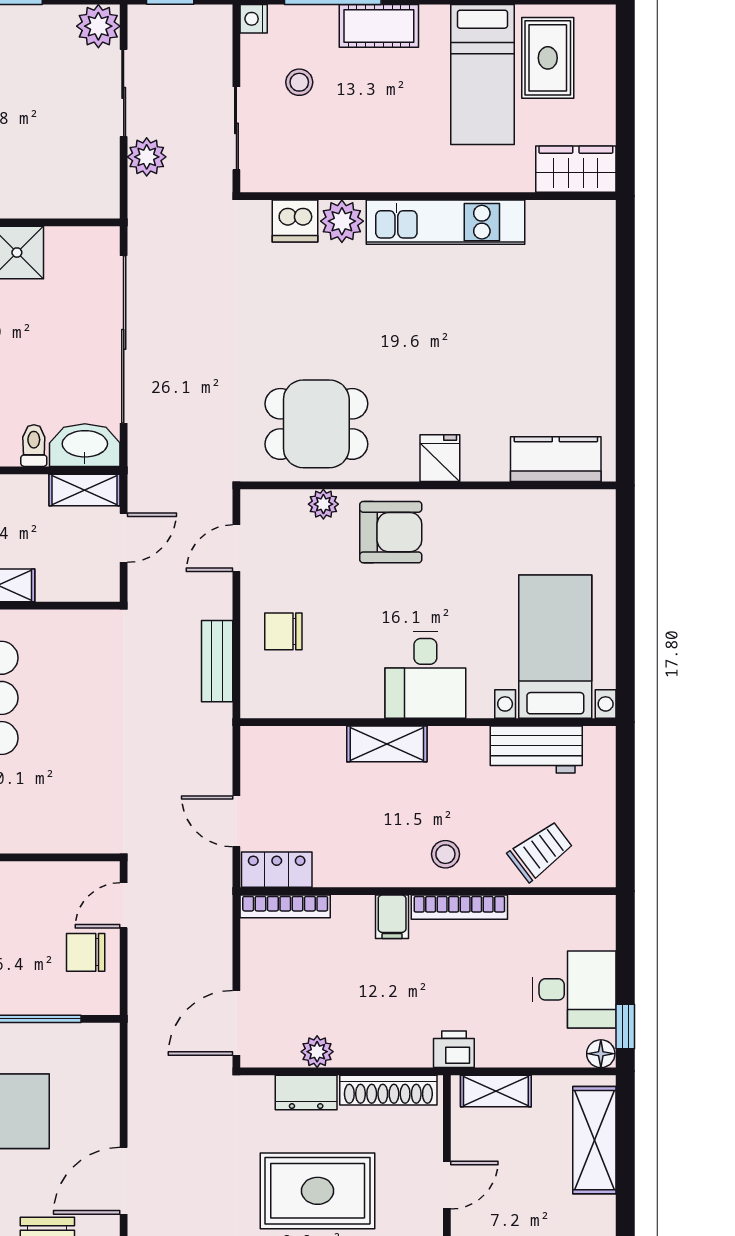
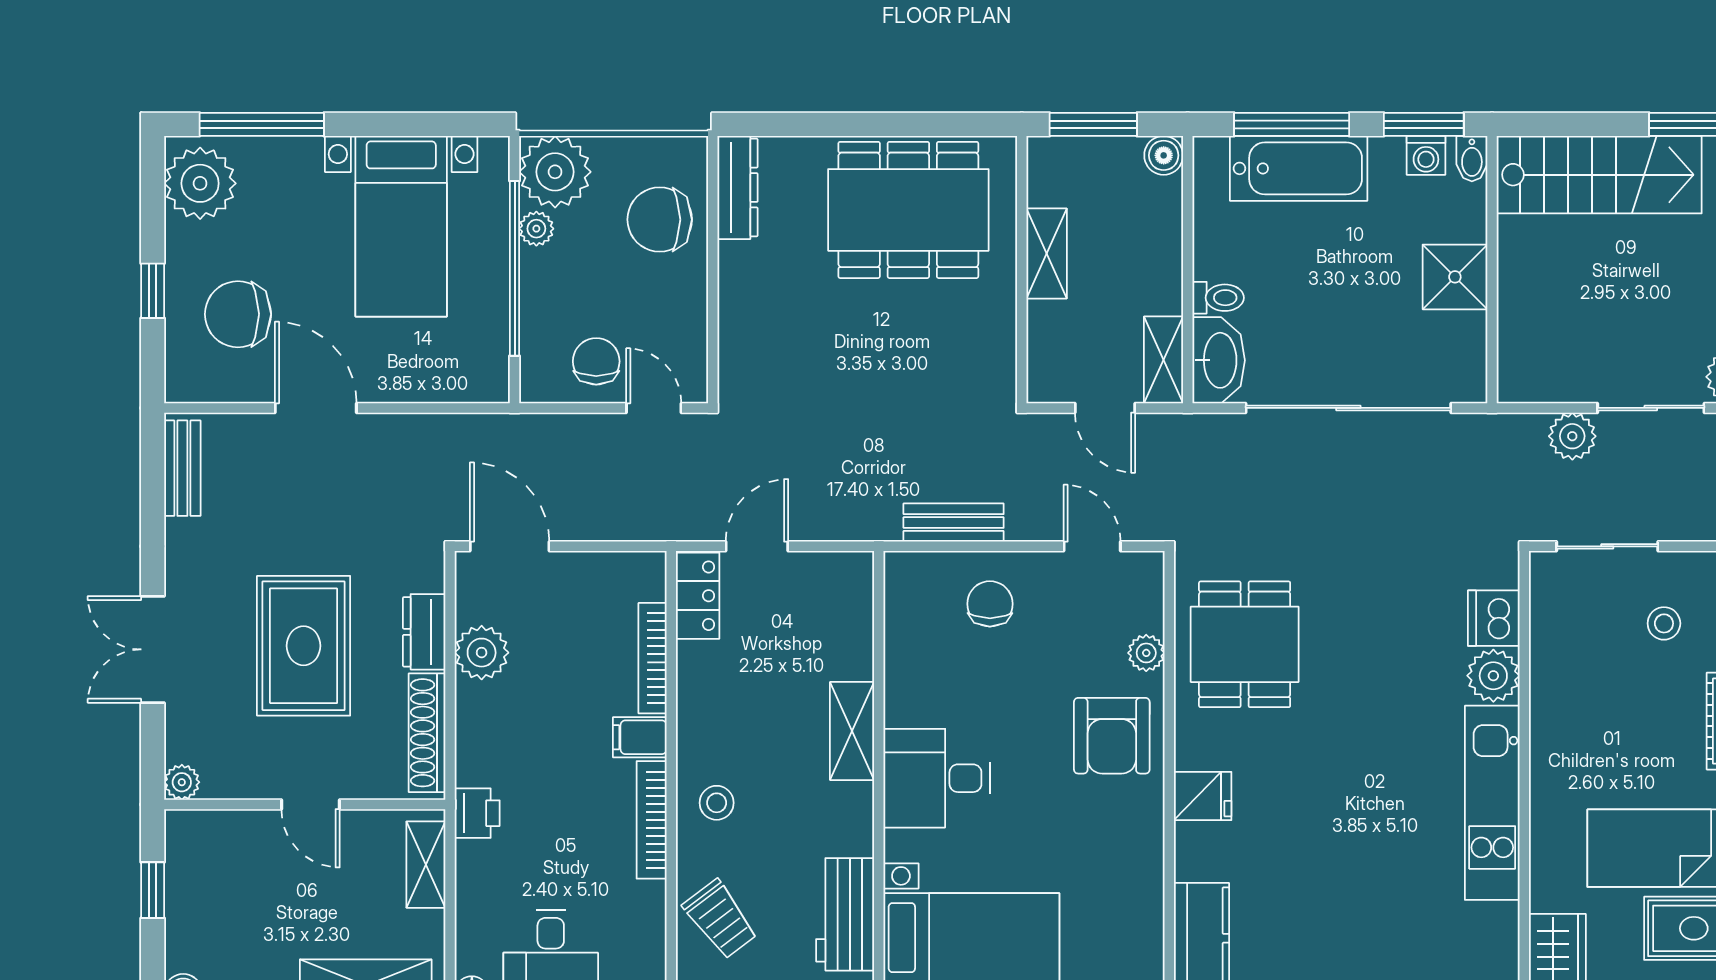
bookcase: (285, 906) -> (653, 658), moved
plant: (317, 1052) -> (482, 653), width x1.38, depth x1.38

